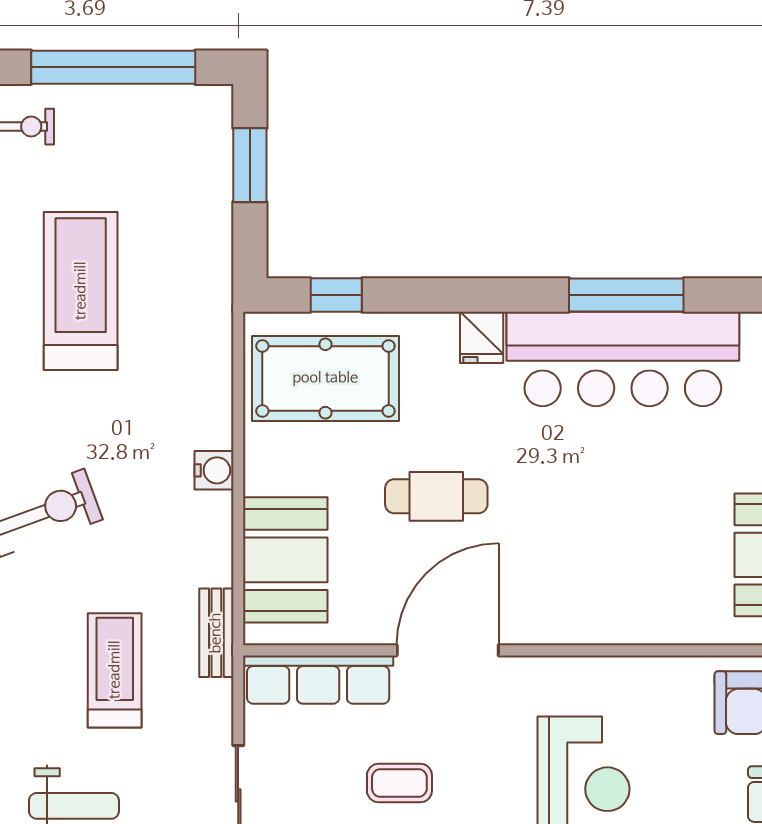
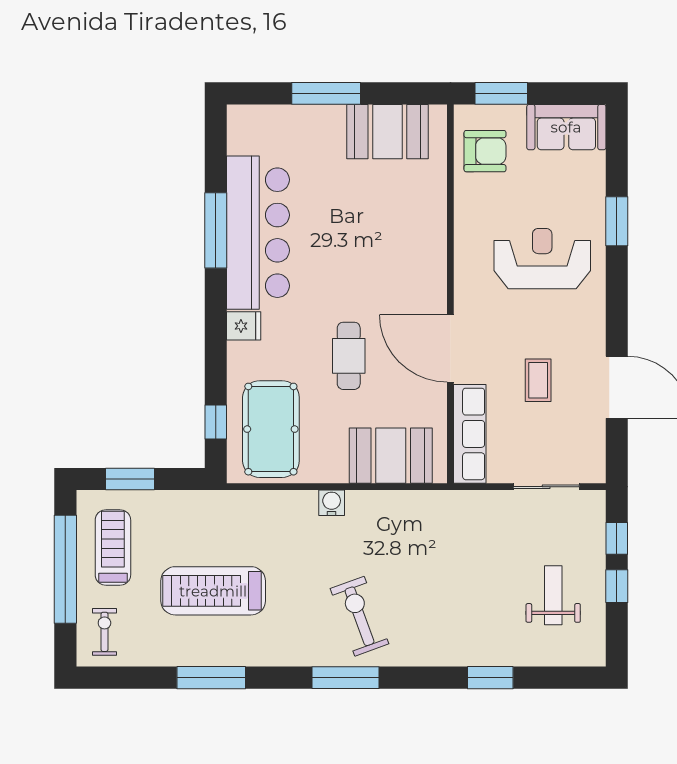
bench: (216, 633) -> (439, 501), removed
treadmill: (115, 670) -> (113, 547), moved, turned 90

